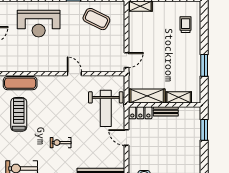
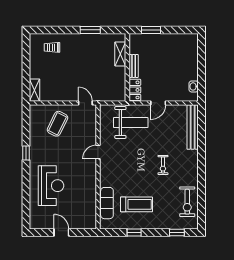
coffee table: (96, 19) -> (57, 124), moved
shelving: (147, 96) -> (119, 84), removed
treadmill: (19, 114) -> (136, 204), turned 180

